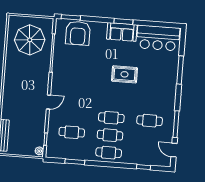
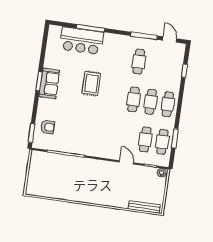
armchair: (78, 33) -> (48, 127), width x0.53, depth x0.53
bar counter: (158, 38) -> (81, 41), moved, turned 90
parasol: (30, 40) -> (51, 175), removed
door: (48, 102) -> (126, 162), moved
cafe table: (70, 150) -> (162, 142), added
door: (174, 150) -> (169, 39), swing flipped

